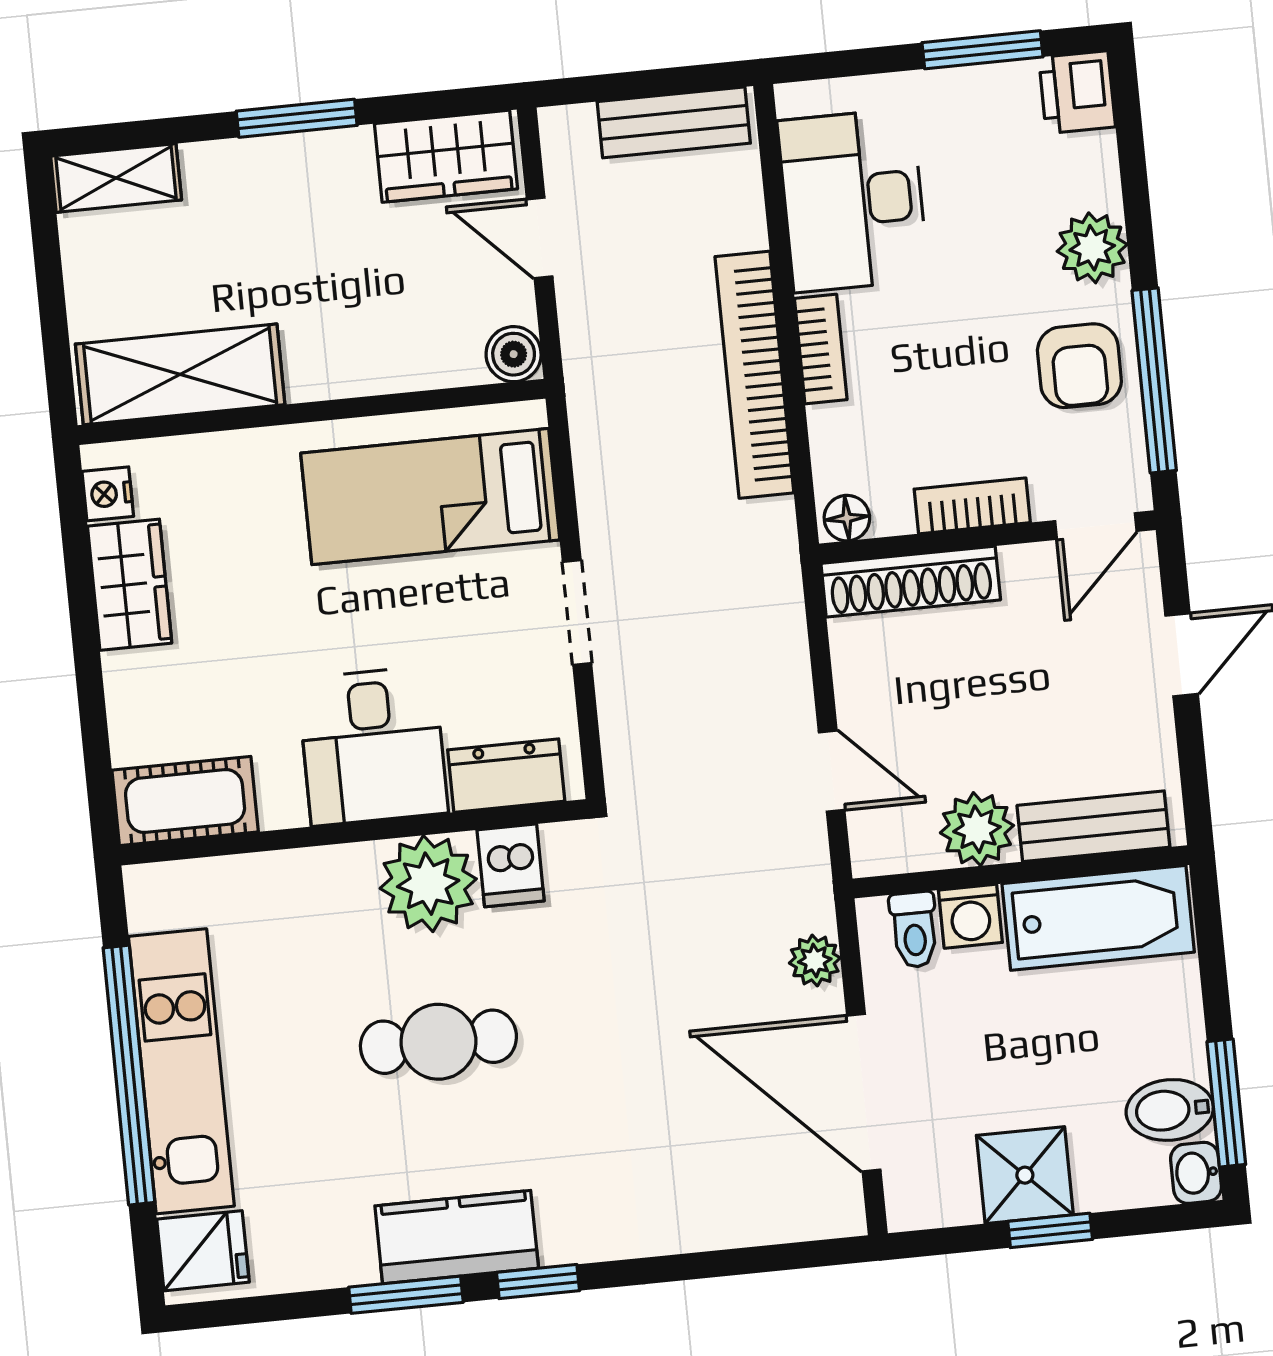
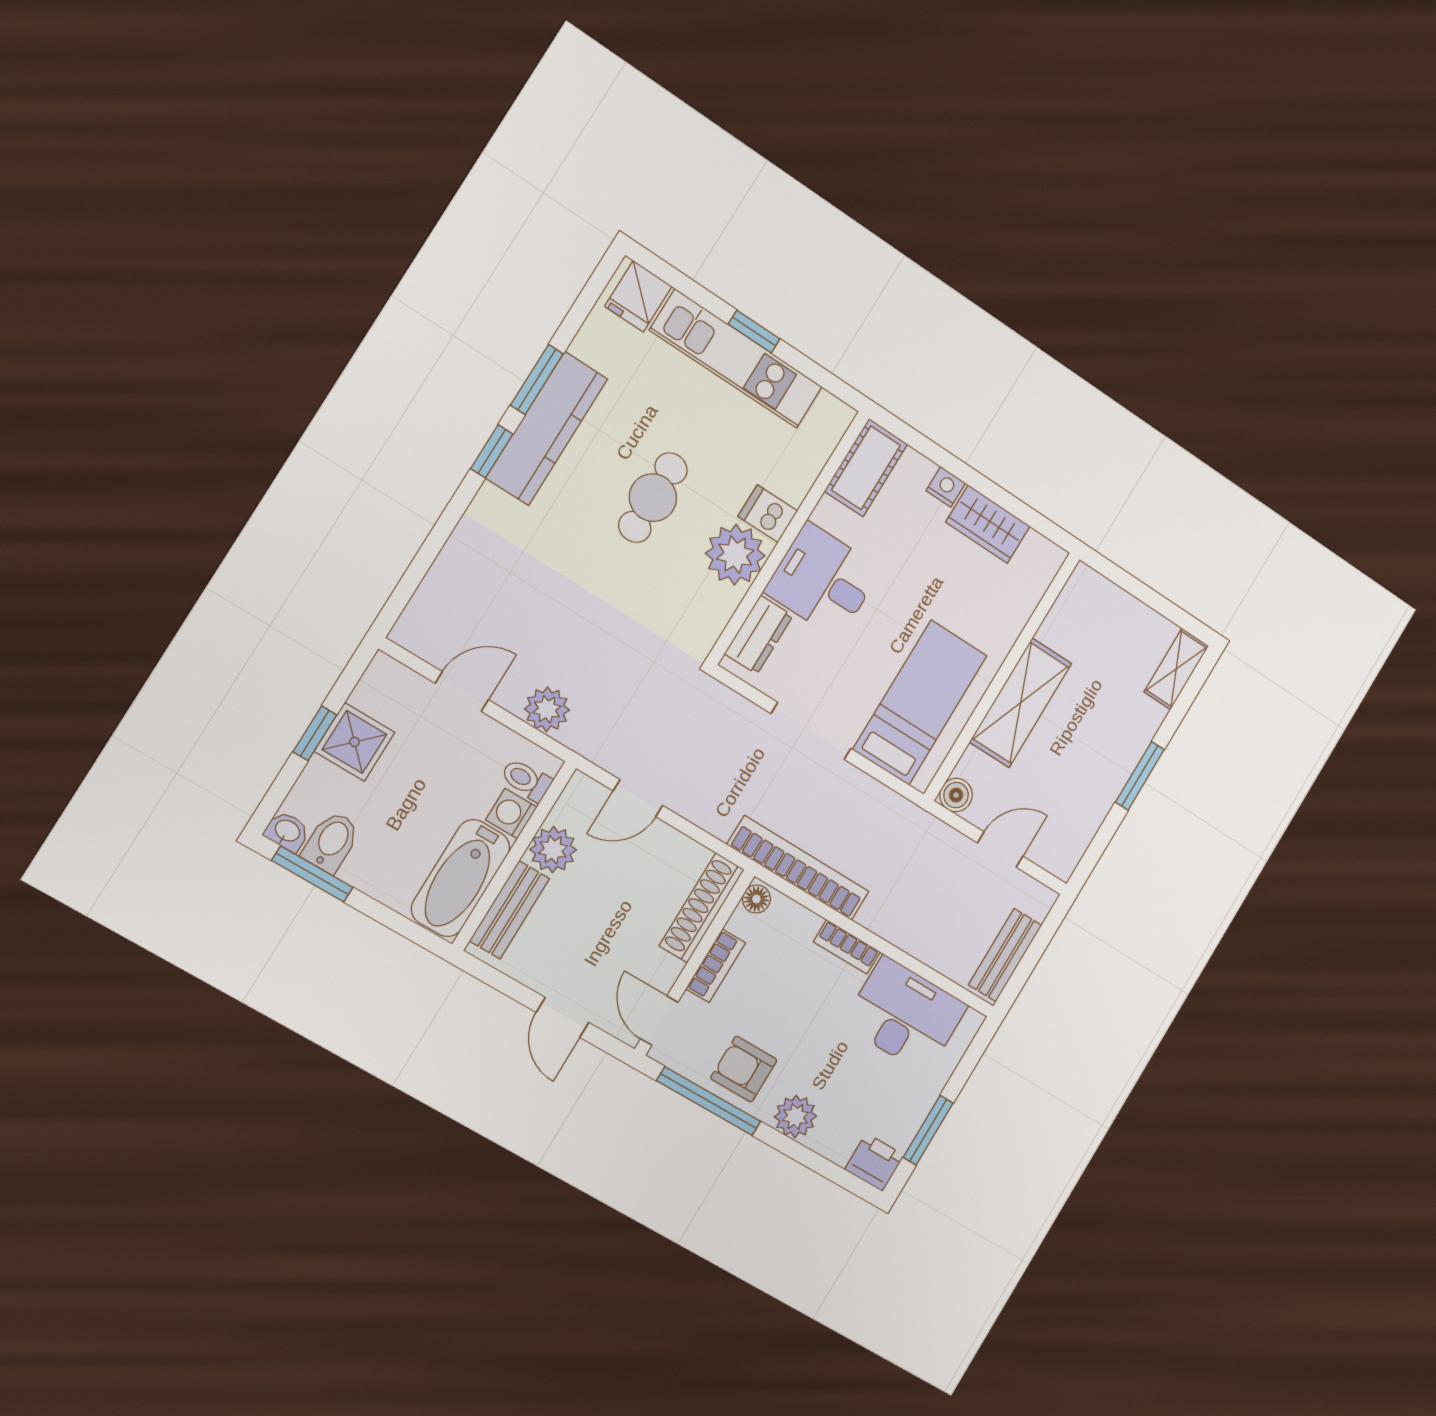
wardrobe: (446, 156) -> (1070, 833), removed
shelving: (180, 374) -> (1021, 703), moved
bookcase: (754, 375) -> (798, 868), moved
nightstand: (108, 494) -> (946, 487), moved
doorway: (577, 612) -> (811, 731), width x1.38
dishwasher: (511, 865) -> (768, 514), moved
plant: (815, 960) -> (547, 709), width x1.38, depth x1.38
window: (129, 1075) -> (754, 332), width x0.32
door: (864, 1093) -> (462, 692), width x0.53
kitchen counter: (457, 1237) -> (547, 428), width x1.50

